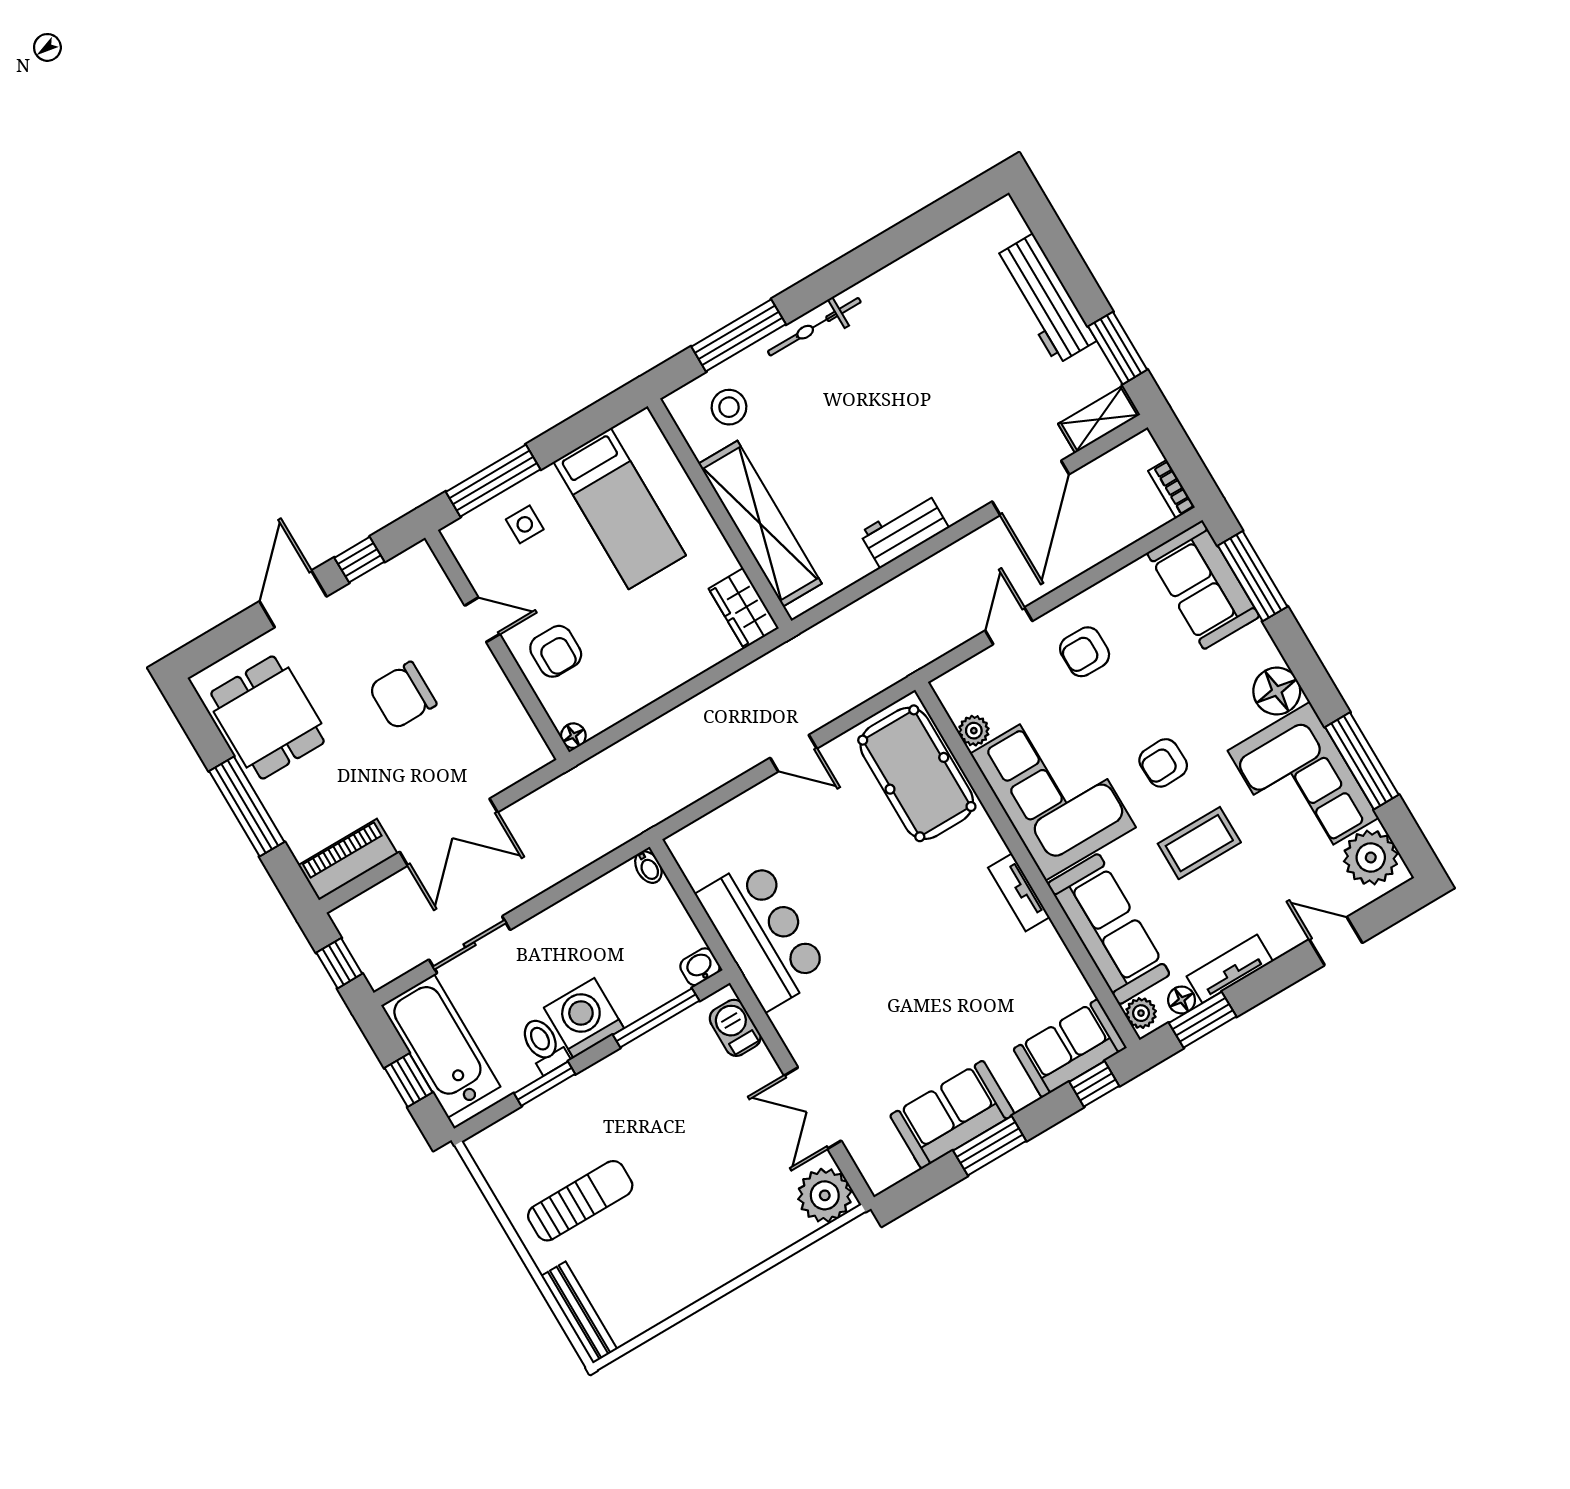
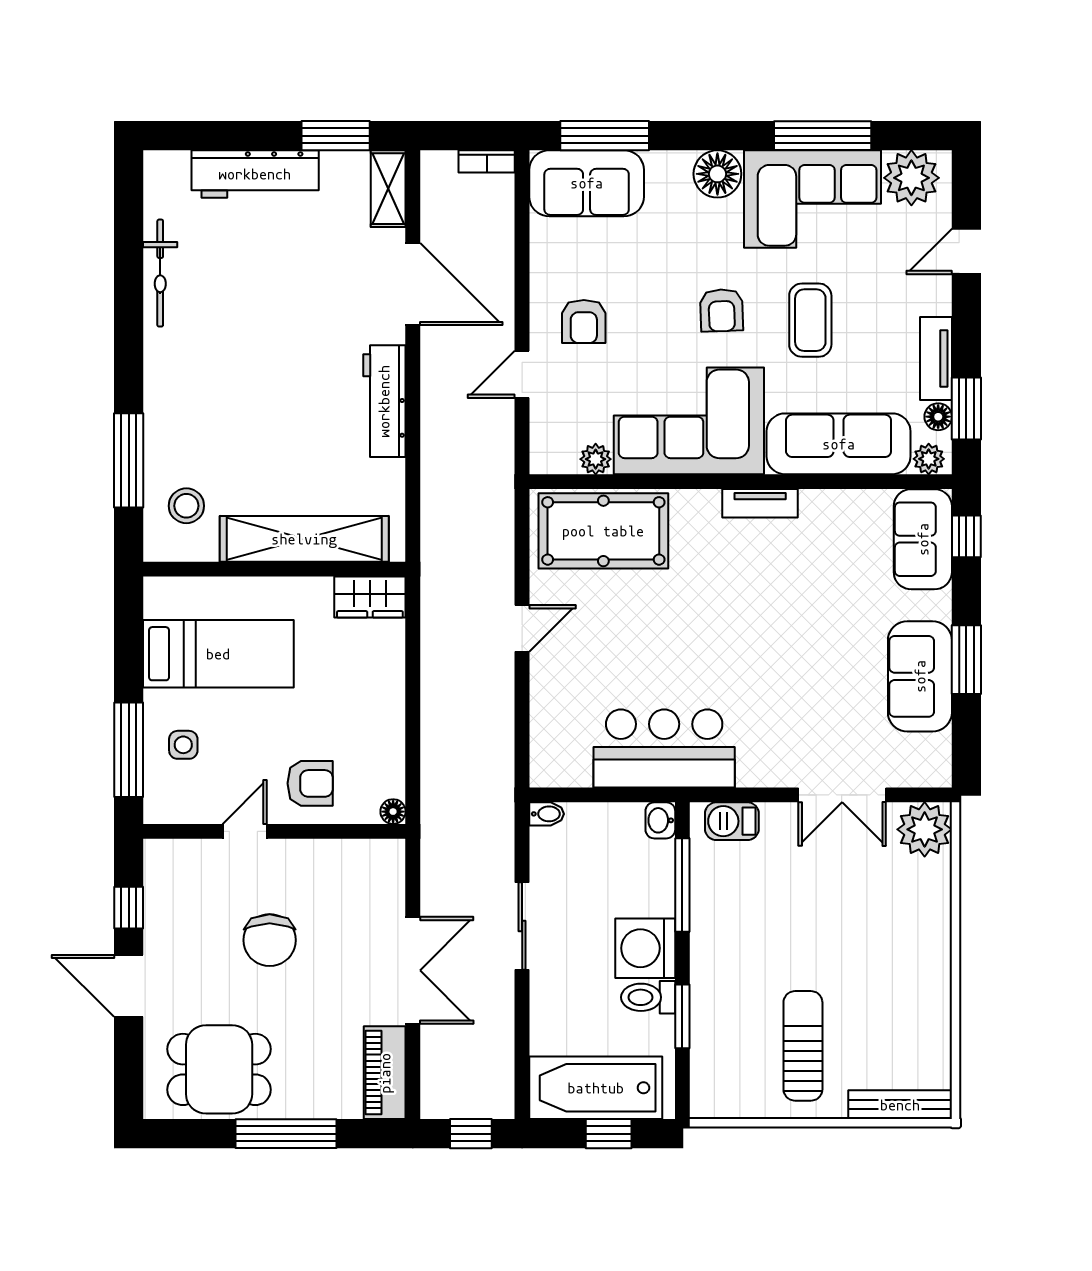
bicycle: (814, 327) -> (160, 273), moved
workbench: (904, 530) -> (384, 401), width x1.38
door: (1009, 626) -> (522, 374), hinge flipped
sliding door: (470, 945) -> (522, 926), moved

